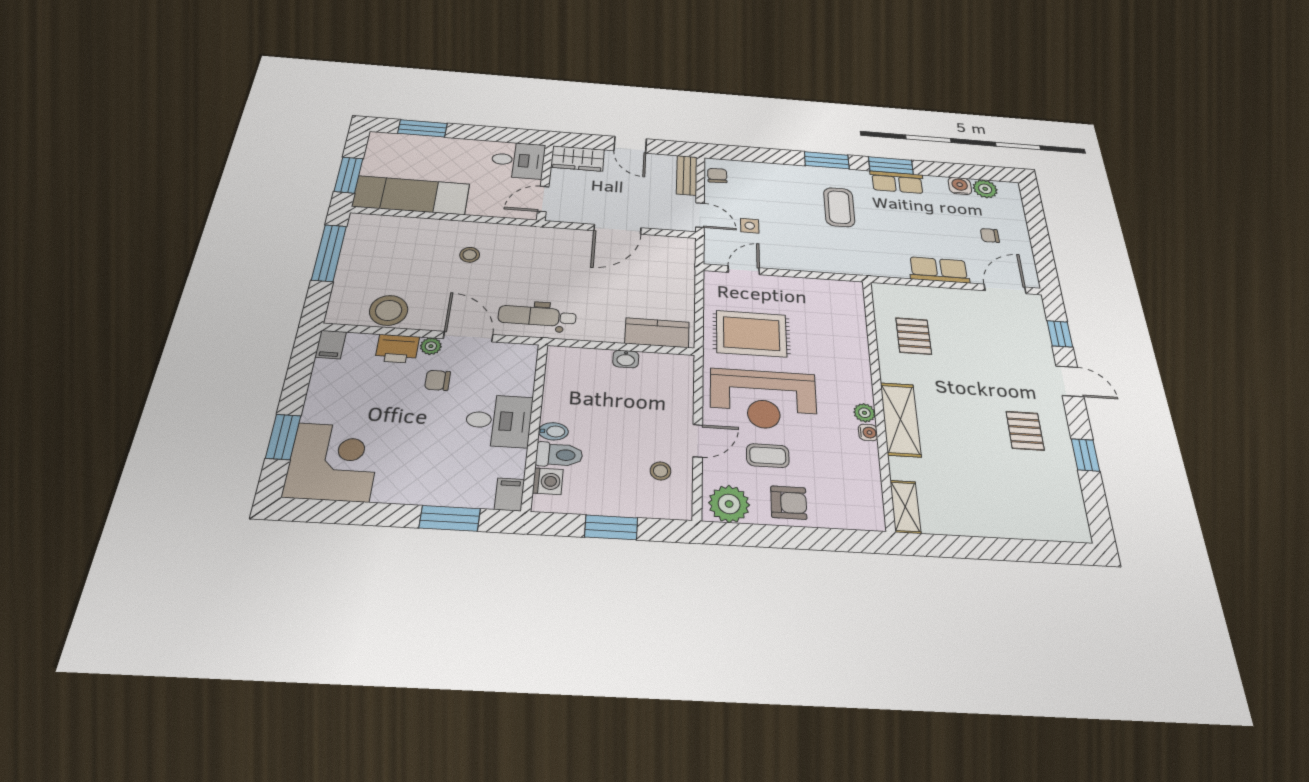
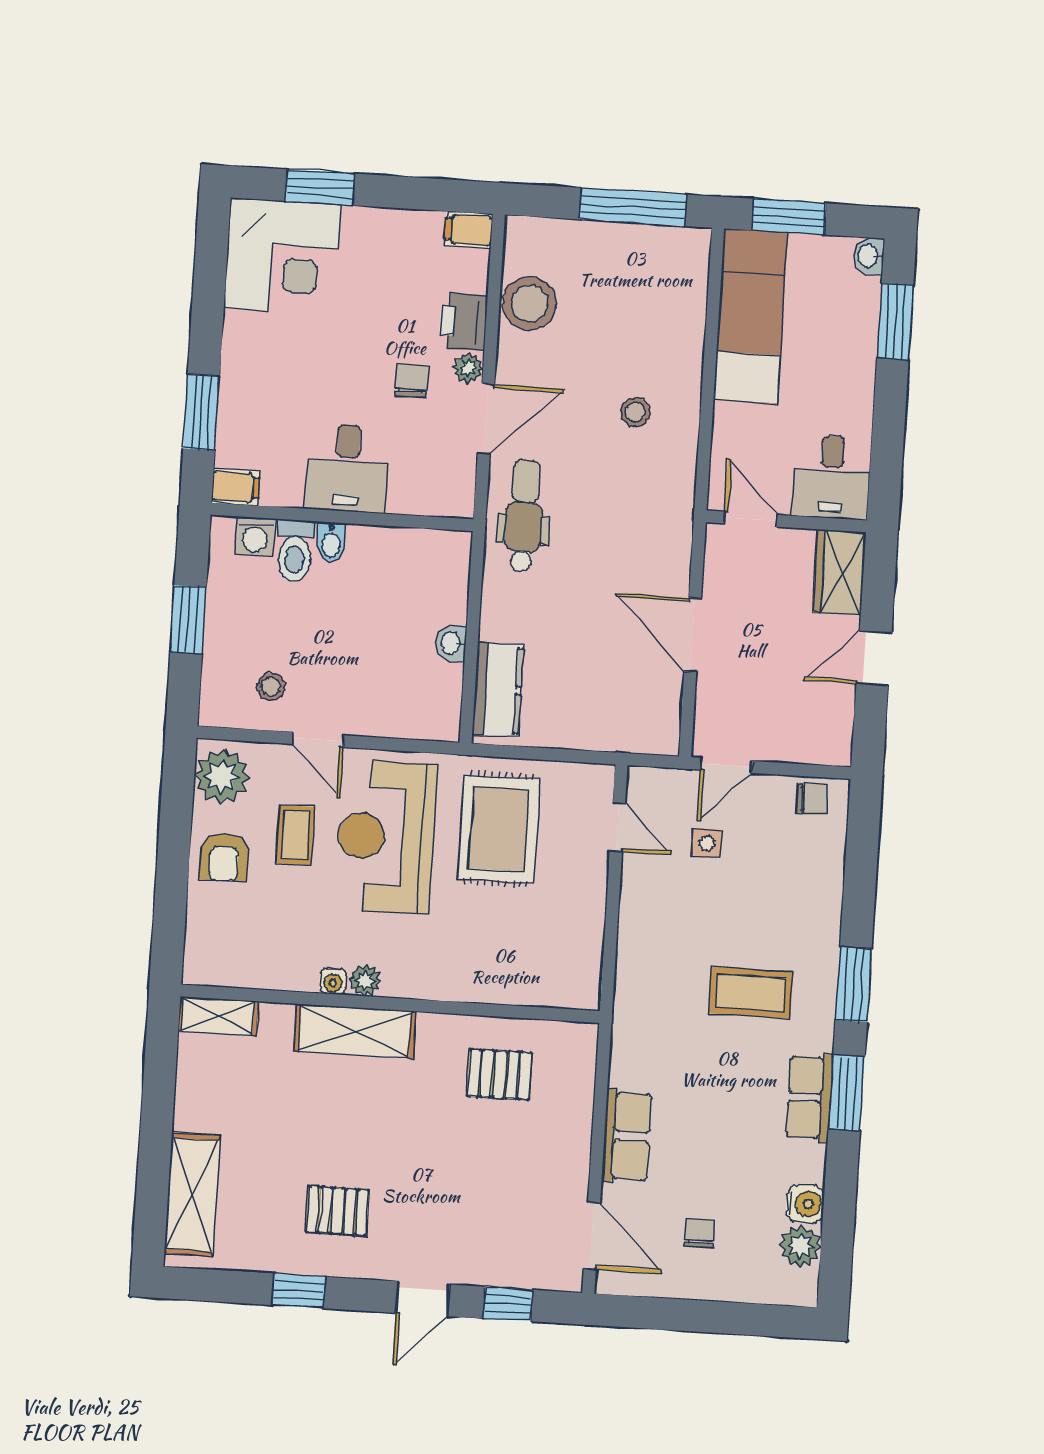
washbasin: (380, 139) -> (869, 256), added
bench: (687, 175) -> (810, 748), removed
shelving: (1037, 524) -> (192, 1195), added

